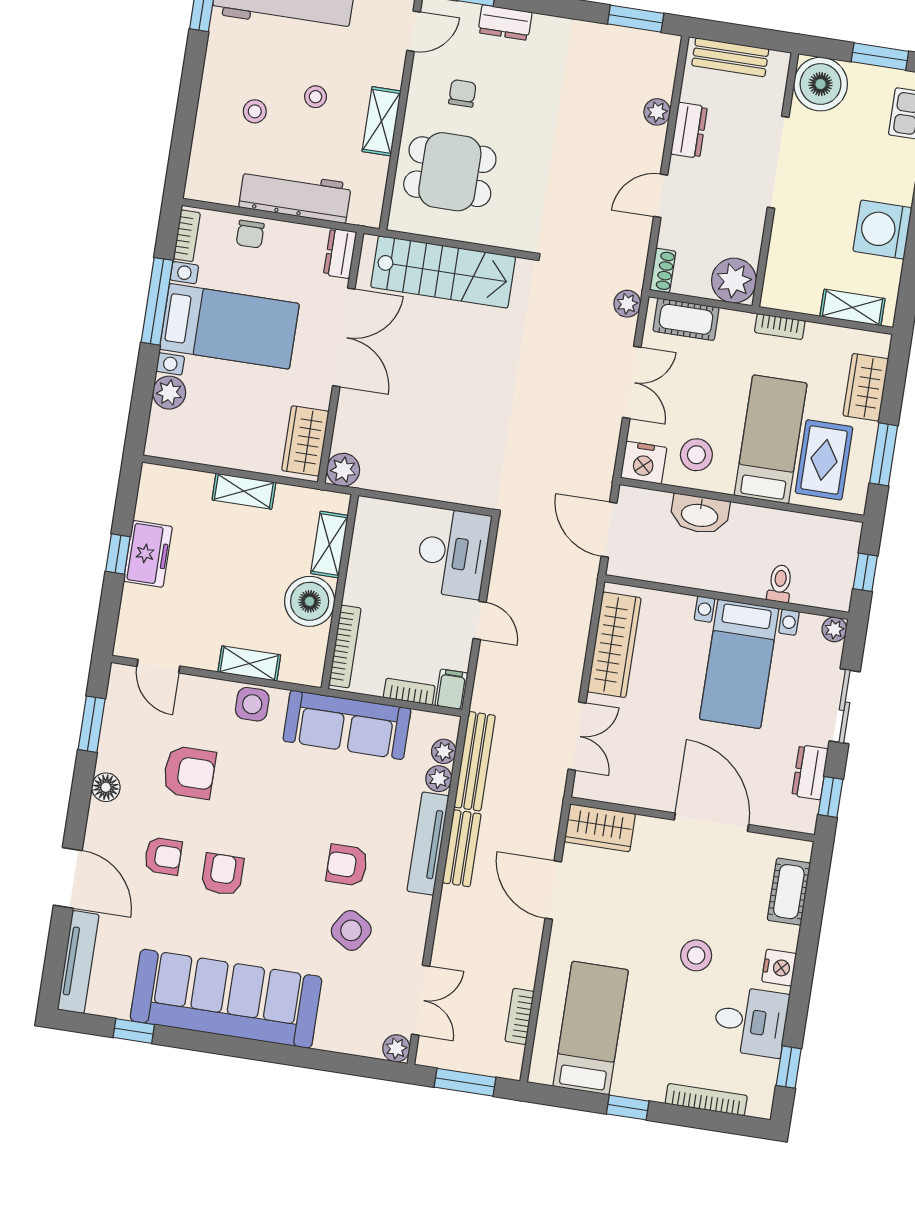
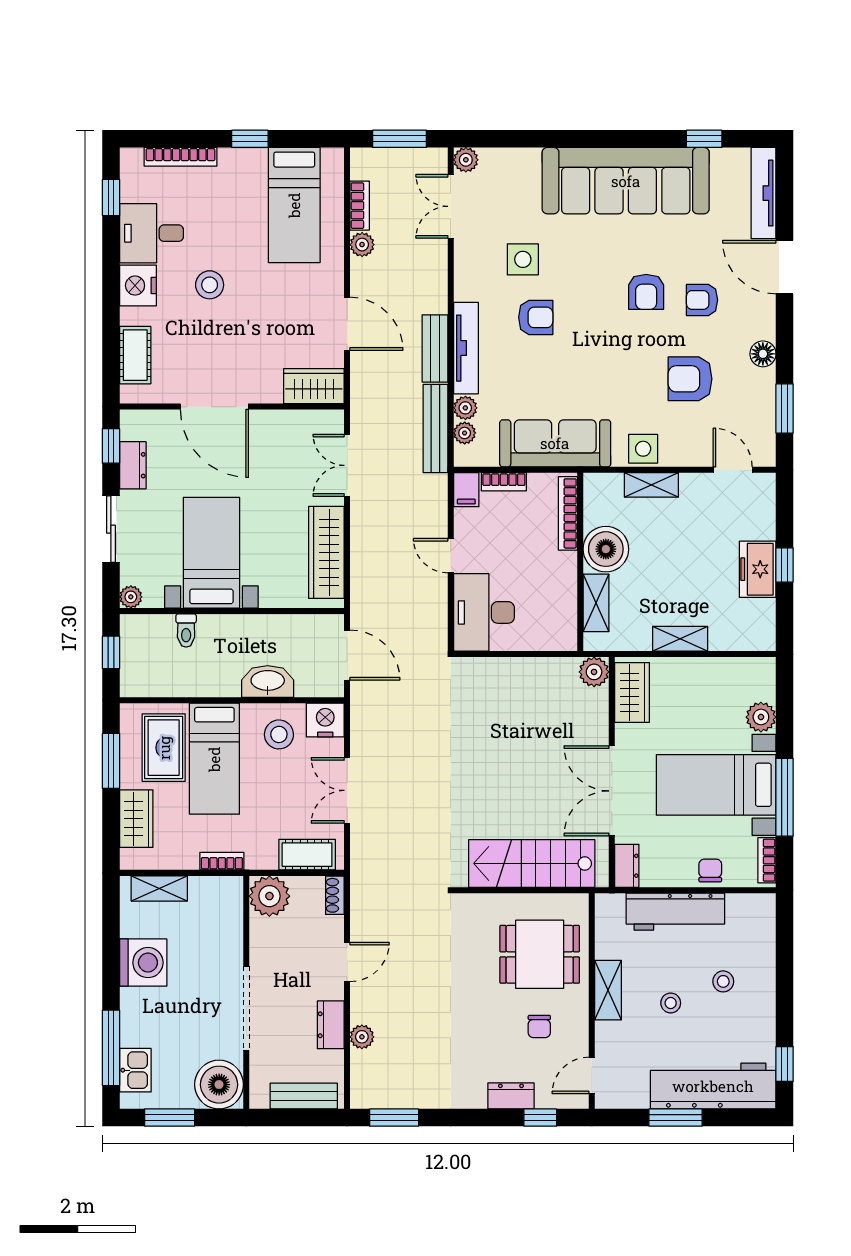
plant: (627, 304) -> (362, 245), moved
side table: (351, 930) -> (523, 259), turned -32
nightstand: (779, 968) -> (138, 286), width x1.36, depth x1.33

